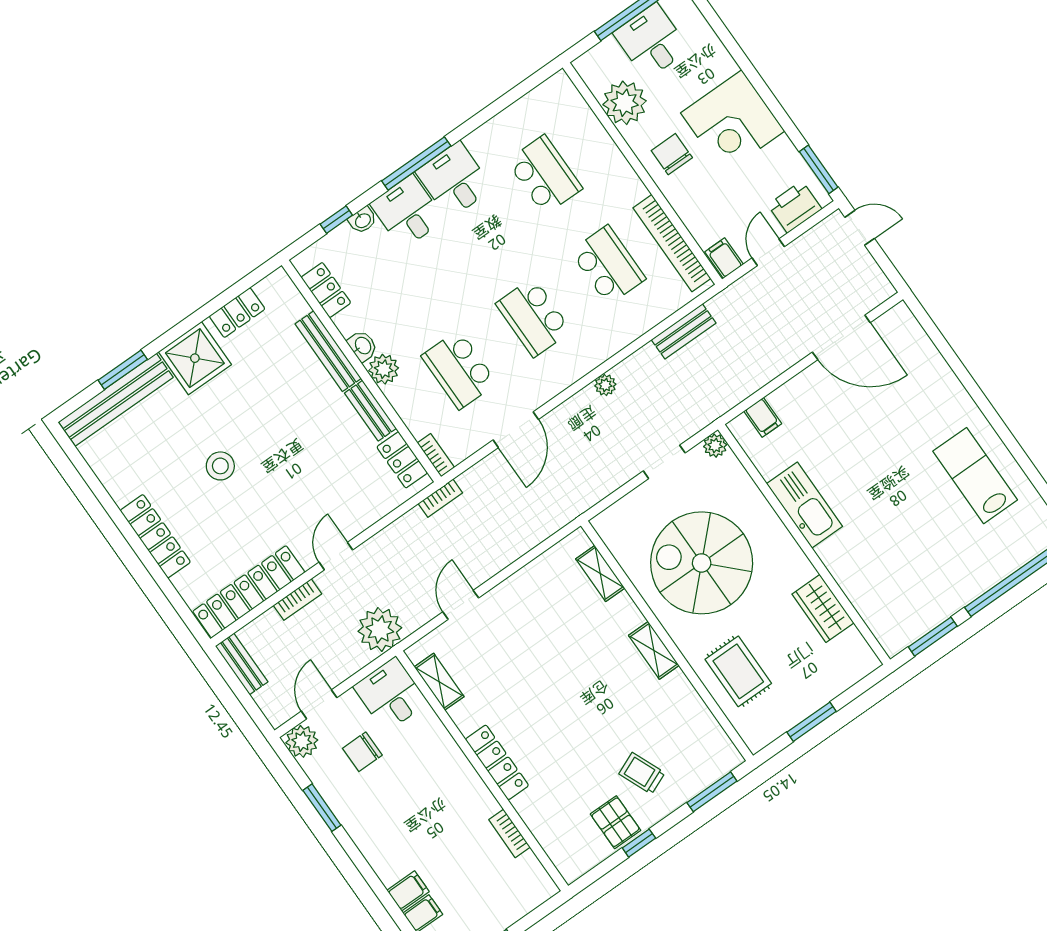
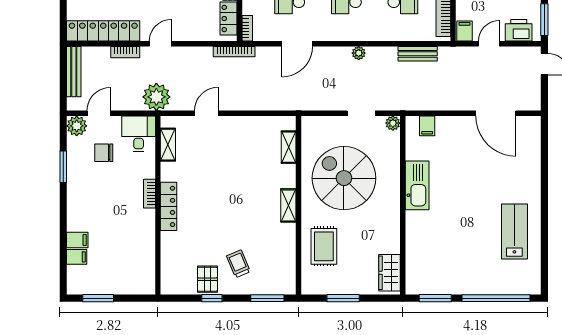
bookcase: (440, 498) -> (234, 52), width x1.56
wardrobe: (823, 608) -> (389, 273), moved
bench: (242, 664) -> (74, 72), width x1.36
bookcase: (509, 833) -> (149, 194), moved

